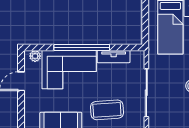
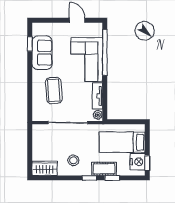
window: (82, 47) -> (105, 52), moved
plant: (35, 56) -> (98, 115), moved

